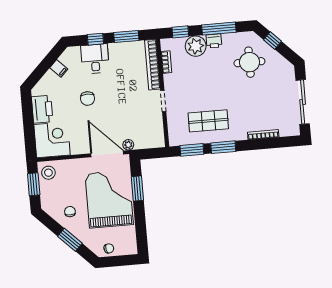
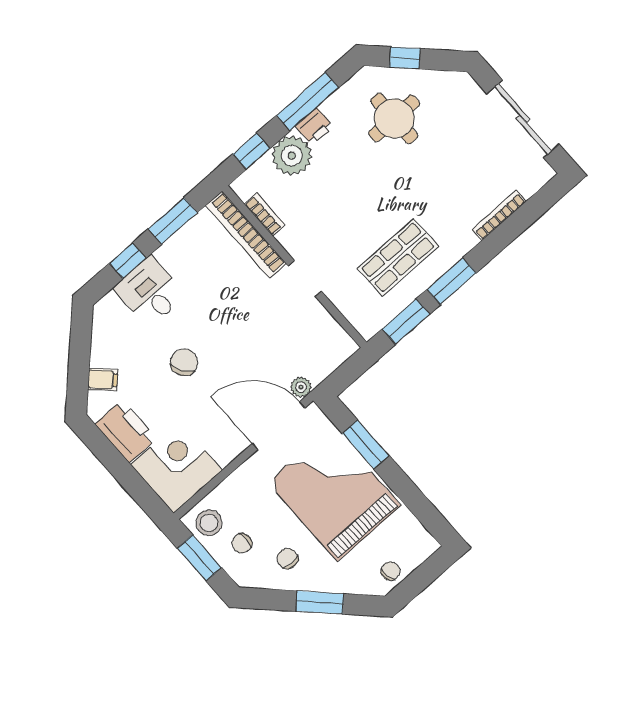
filing cabinet: (59, 68) -> (103, 379), moved
chair: (87, 99) -> (184, 362), turned -123
chair: (56, 191) -> (242, 543), added

